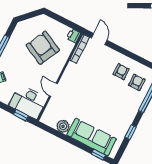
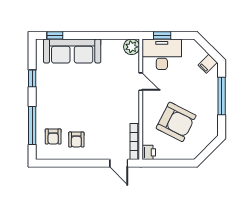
plant: (63, 126) -> (132, 47), moved

